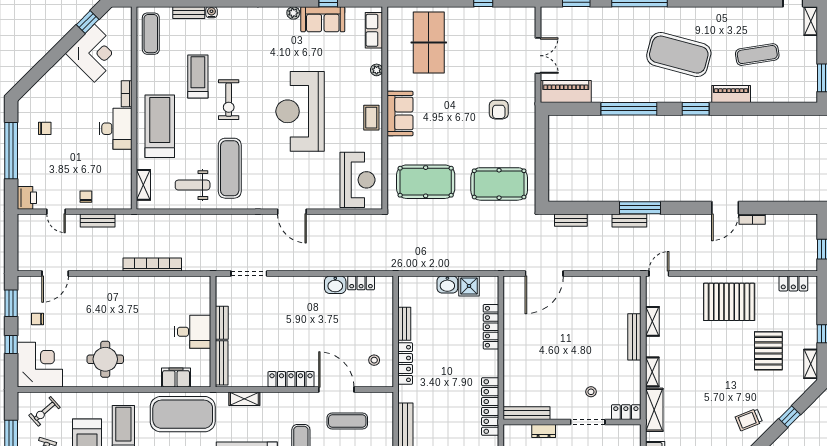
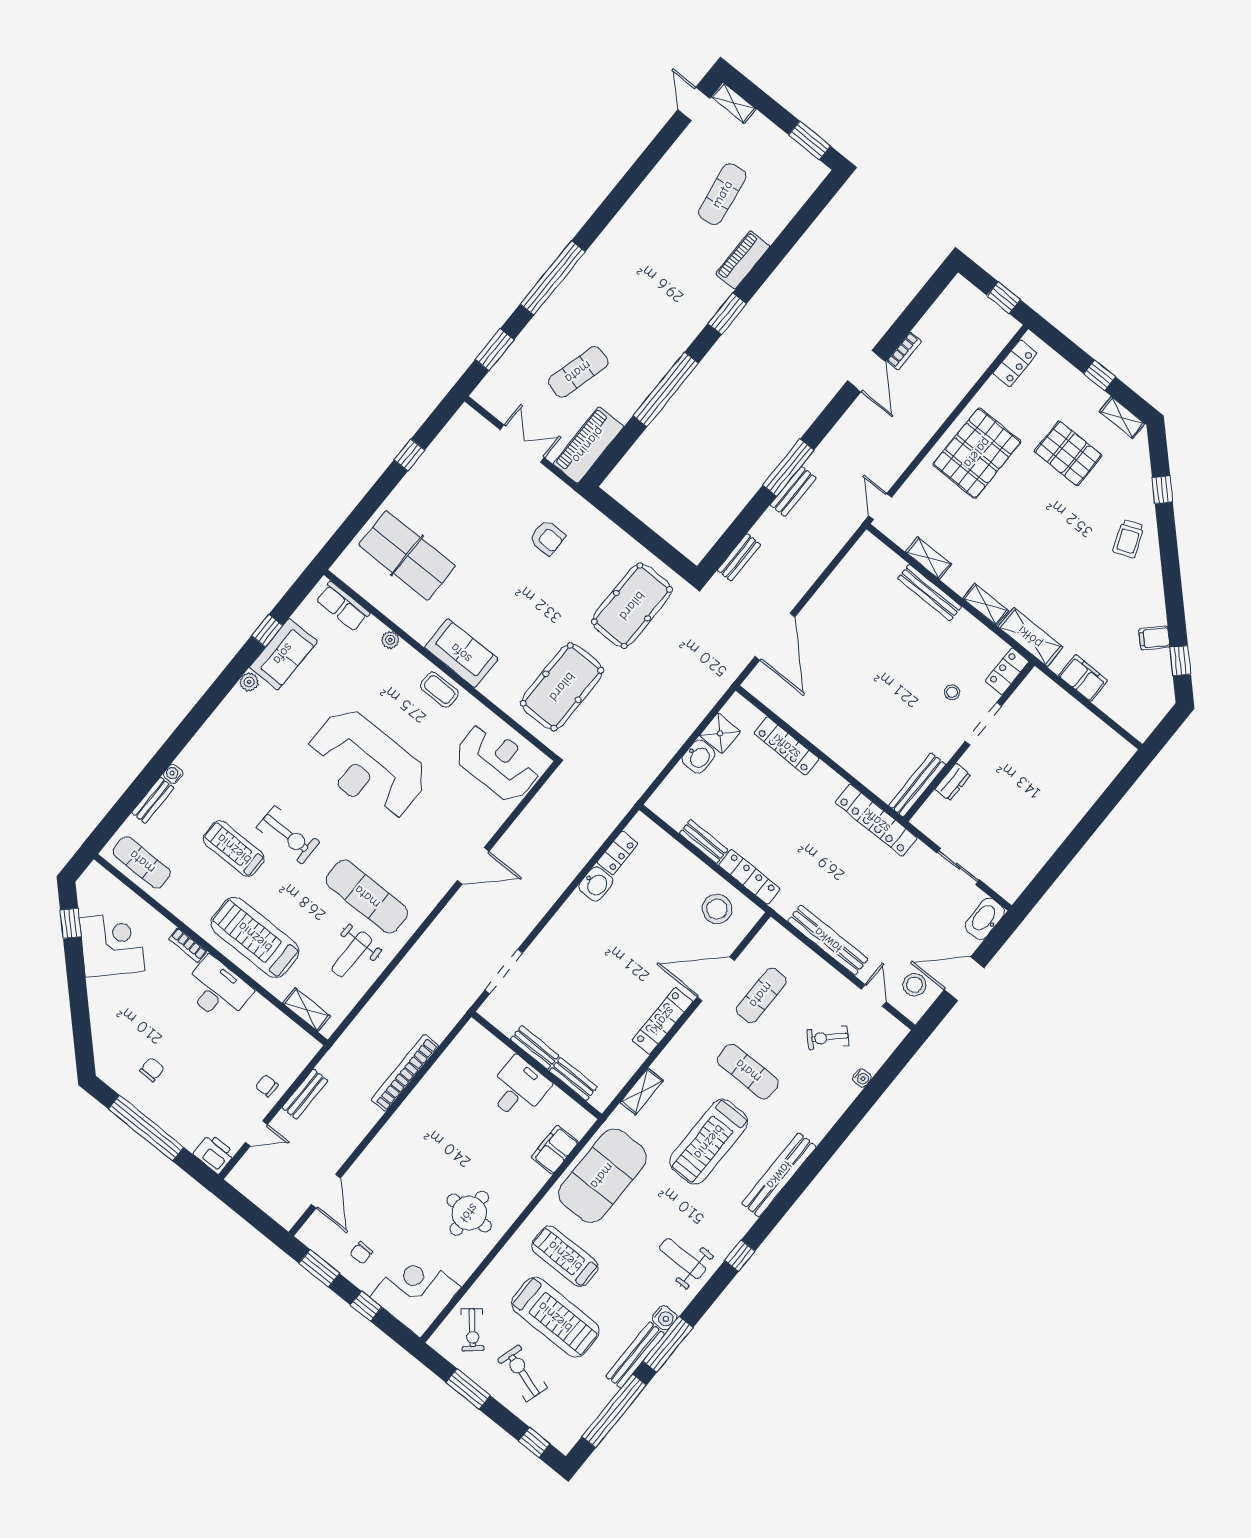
exercise mat: (679, 55) -> (578, 372), moved, width x0.50, depth x0.69
stool: (374, 360) -> (717, 909), width x1.89, depth x1.89
bench: (222, 363) -> (573, 1079), width x0.73

